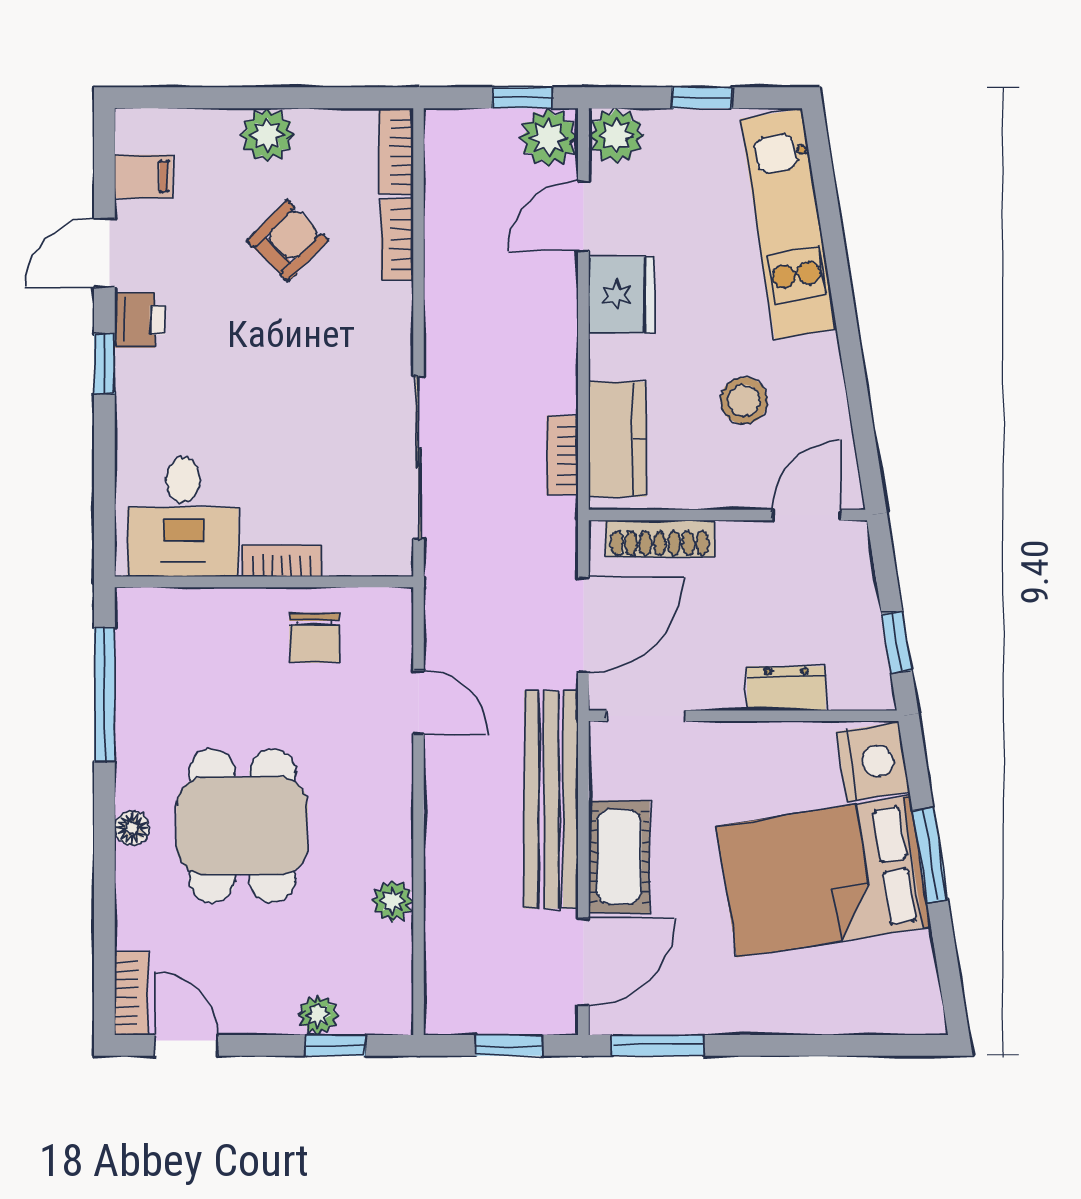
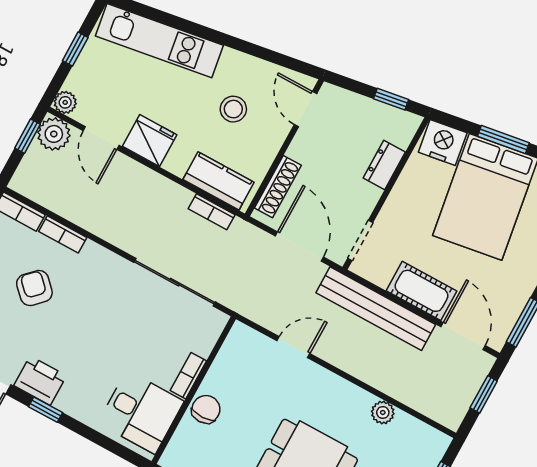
plant: (616, 136) -> (65, 102), width x0.73, depth x0.73
printer: (140, 320) -> (40, 381), width x1.36, depth x1.24
chair: (314, 638) -> (206, 409), moved, turned -91

